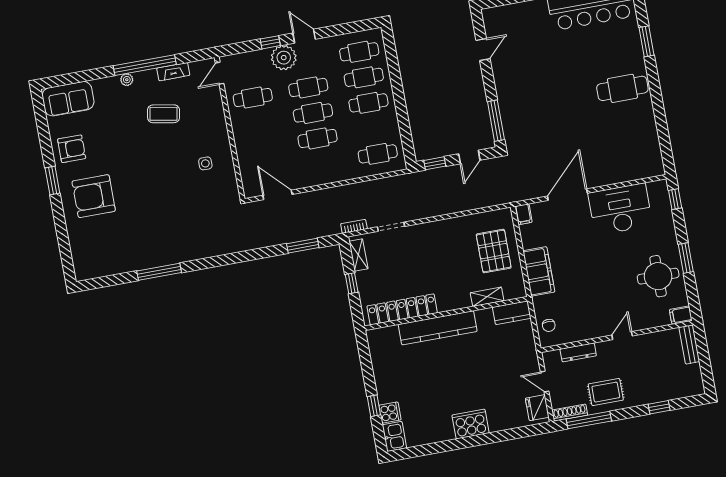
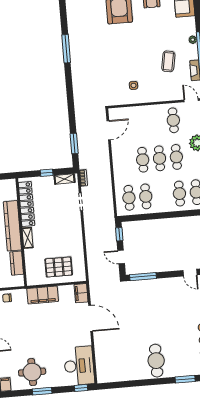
cafe table: (368, 103) -> (146, 196), moved
desk: (620, 209) -> (79, 366), moved
filing cabinet: (523, 214) -> (81, 293), width x2.00
shelving: (487, 297) -> (28, 238), moved
kitchen counter: (512, 313) -> (17, 263), moved

